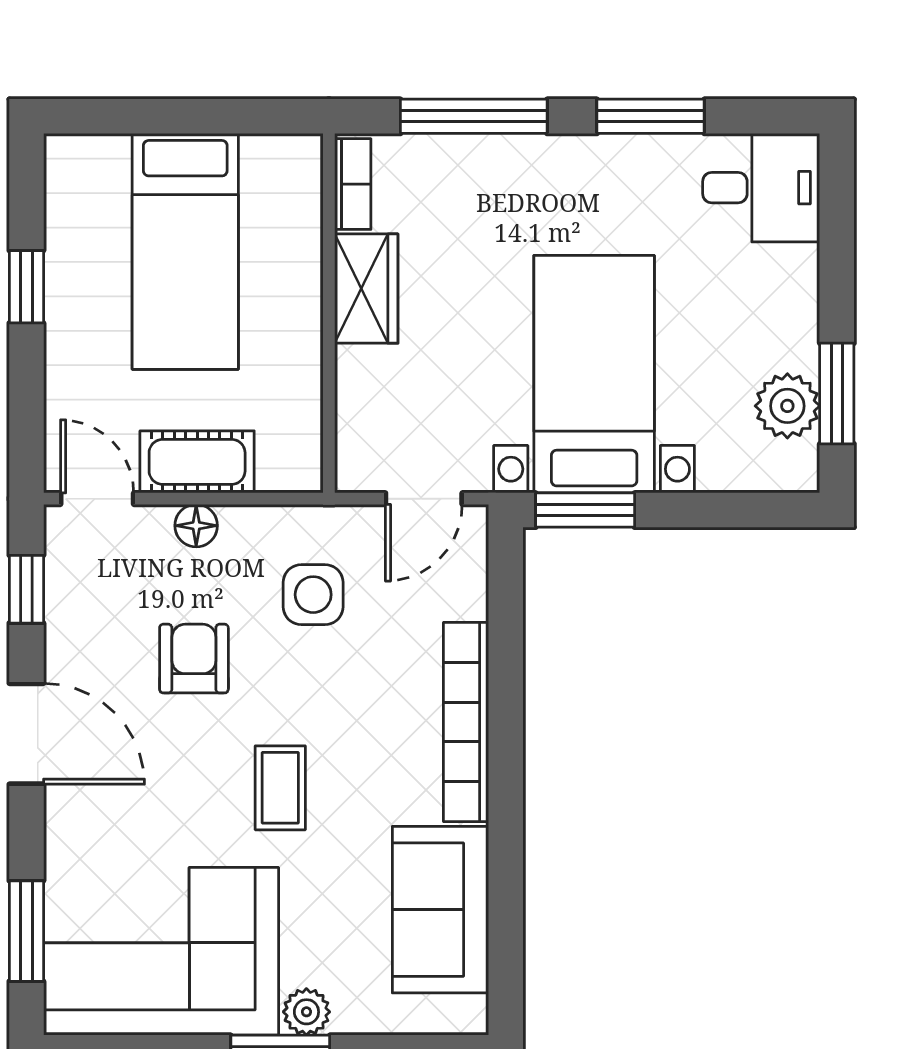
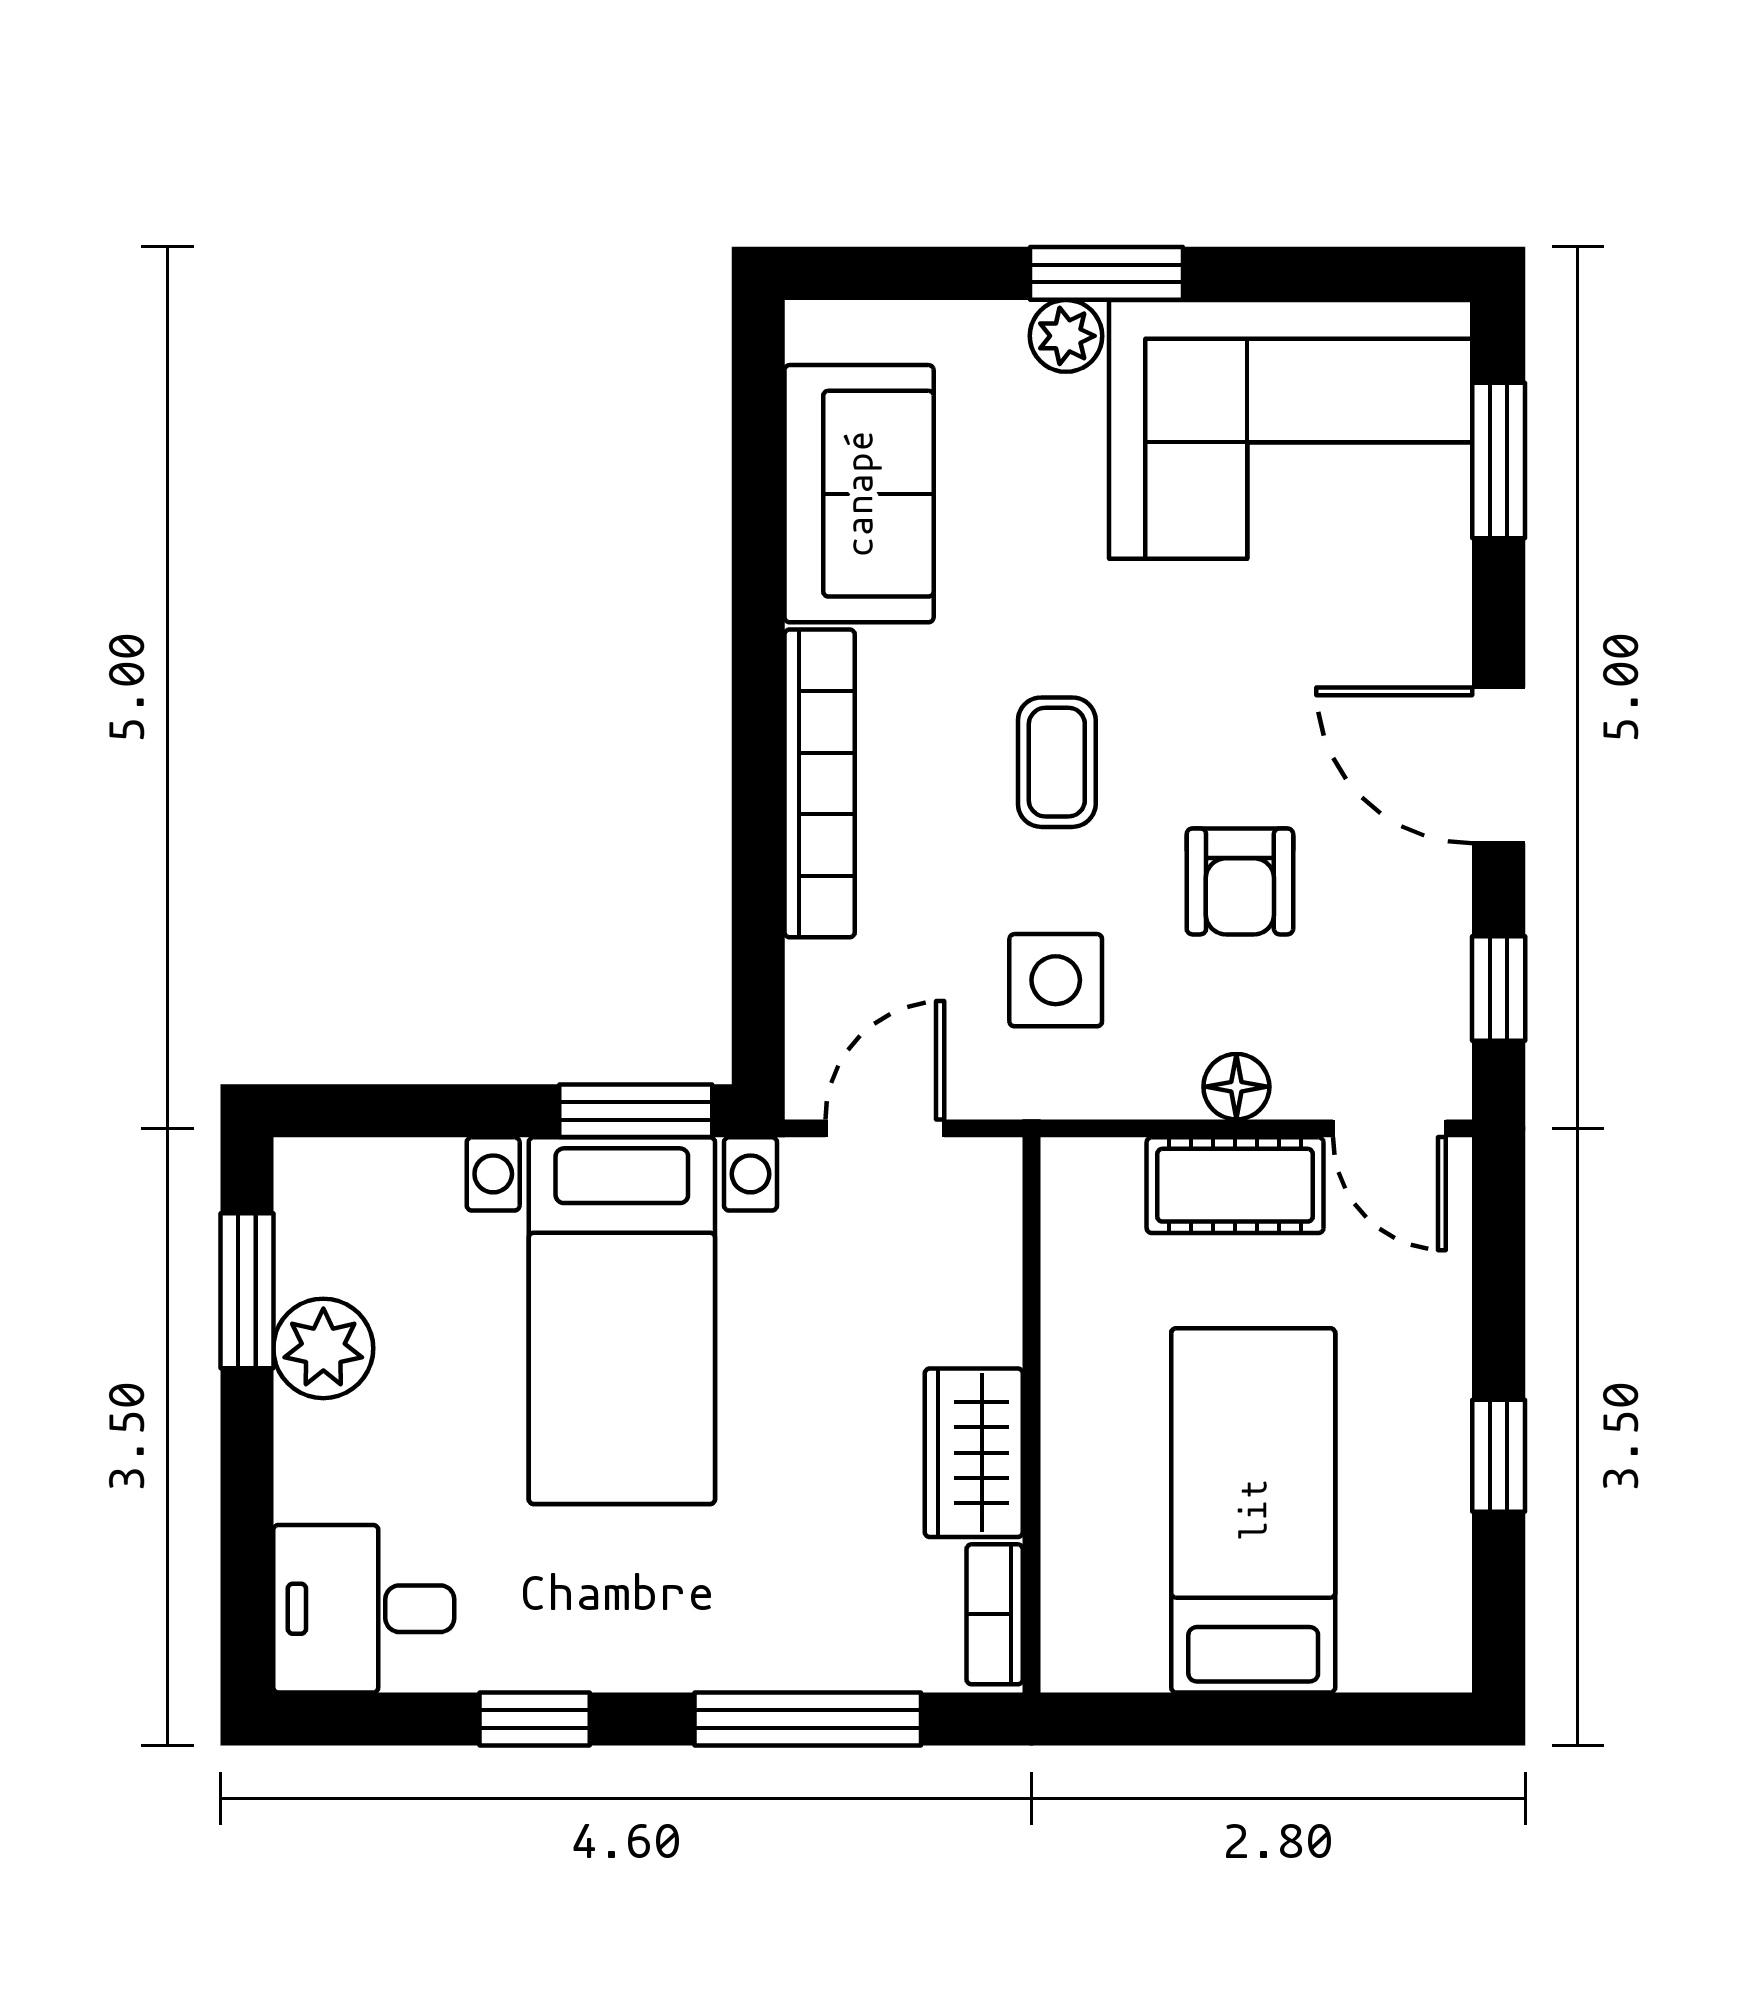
window: (651, 116) -> (535, 1719), width x0.67
plant: (787, 406) -> (323, 1348), moved
coffee table: (280, 788) -> (1057, 762), moved

